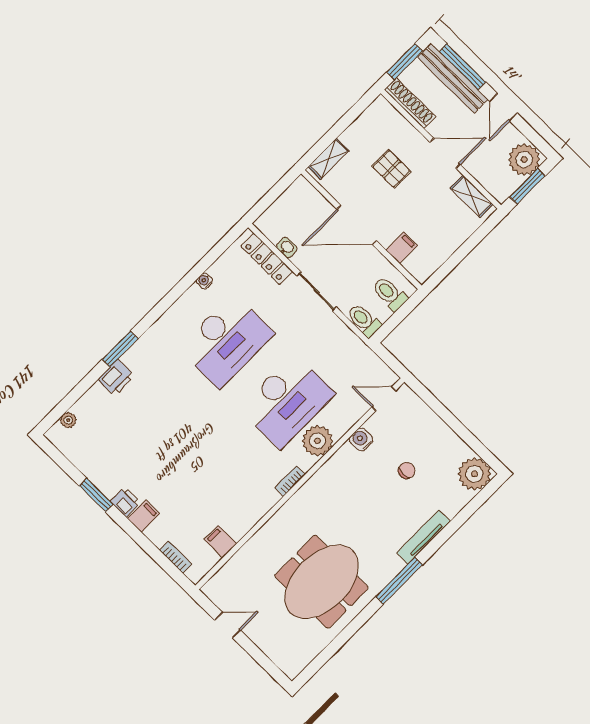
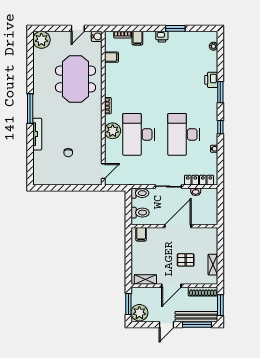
door: (503, 107) -> (167, 325), swing flipped
shelving: (329, 159) -> (213, 265), moved
filing cabinet: (402, 248) -> (141, 234), moved
window: (167, 302) -> (220, 127), added
water cooler: (361, 439) -> (97, 36), moved
plant: (474, 474) -> (41, 40), moved
filing cabinet: (144, 516) -> (137, 38), moved
meeting table: (322, 582) -> (75, 79), moved

